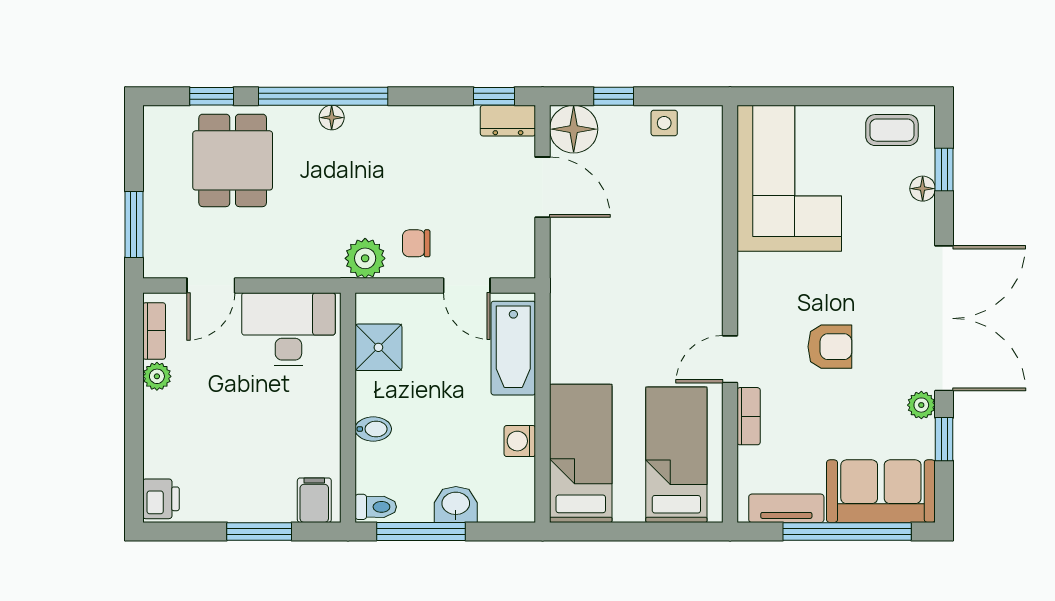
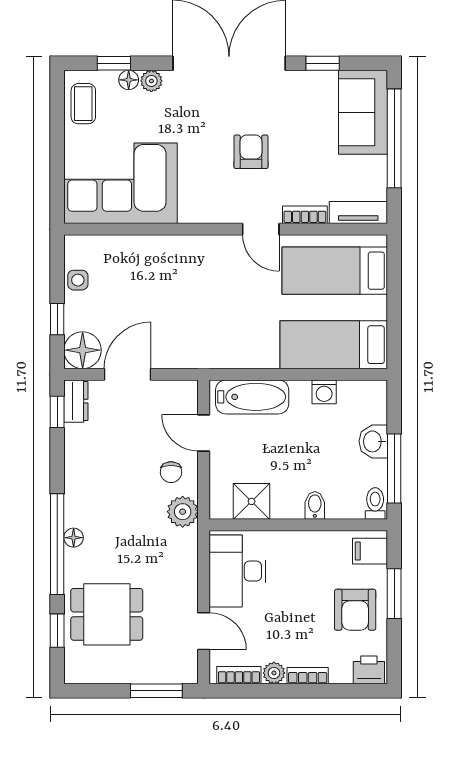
door: (467, 286) -> (204, 433), swing flipped
plant: (921, 405) -> (151, 81), moved
bookcase: (153, 420) -> (308, 676), added
armchair: (239, 481) -> (355, 610), added
tv unit: (786, 508) -> (358, 213), moved, turned 90

